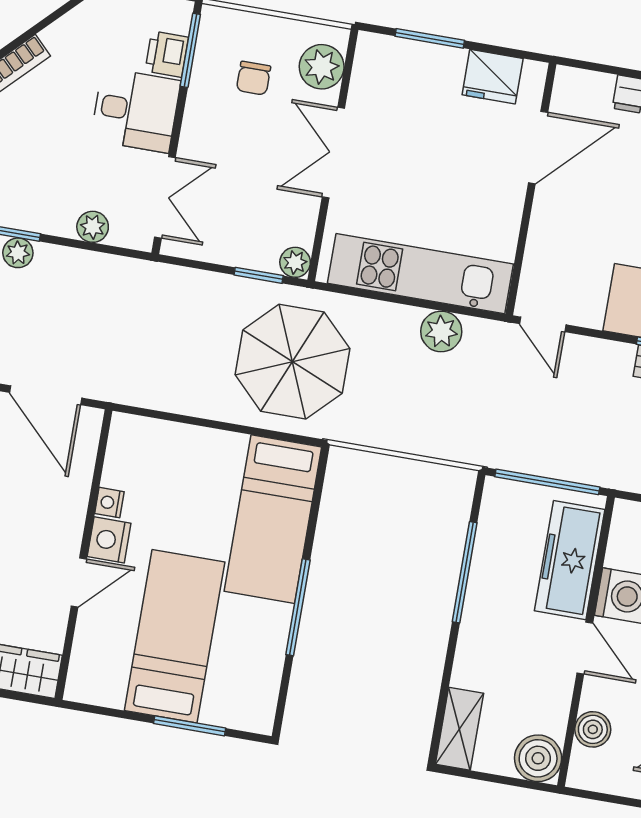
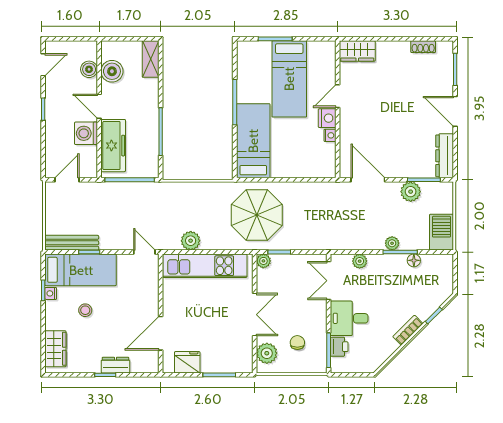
boiler: (538, 758) -> (112, 71), moved

